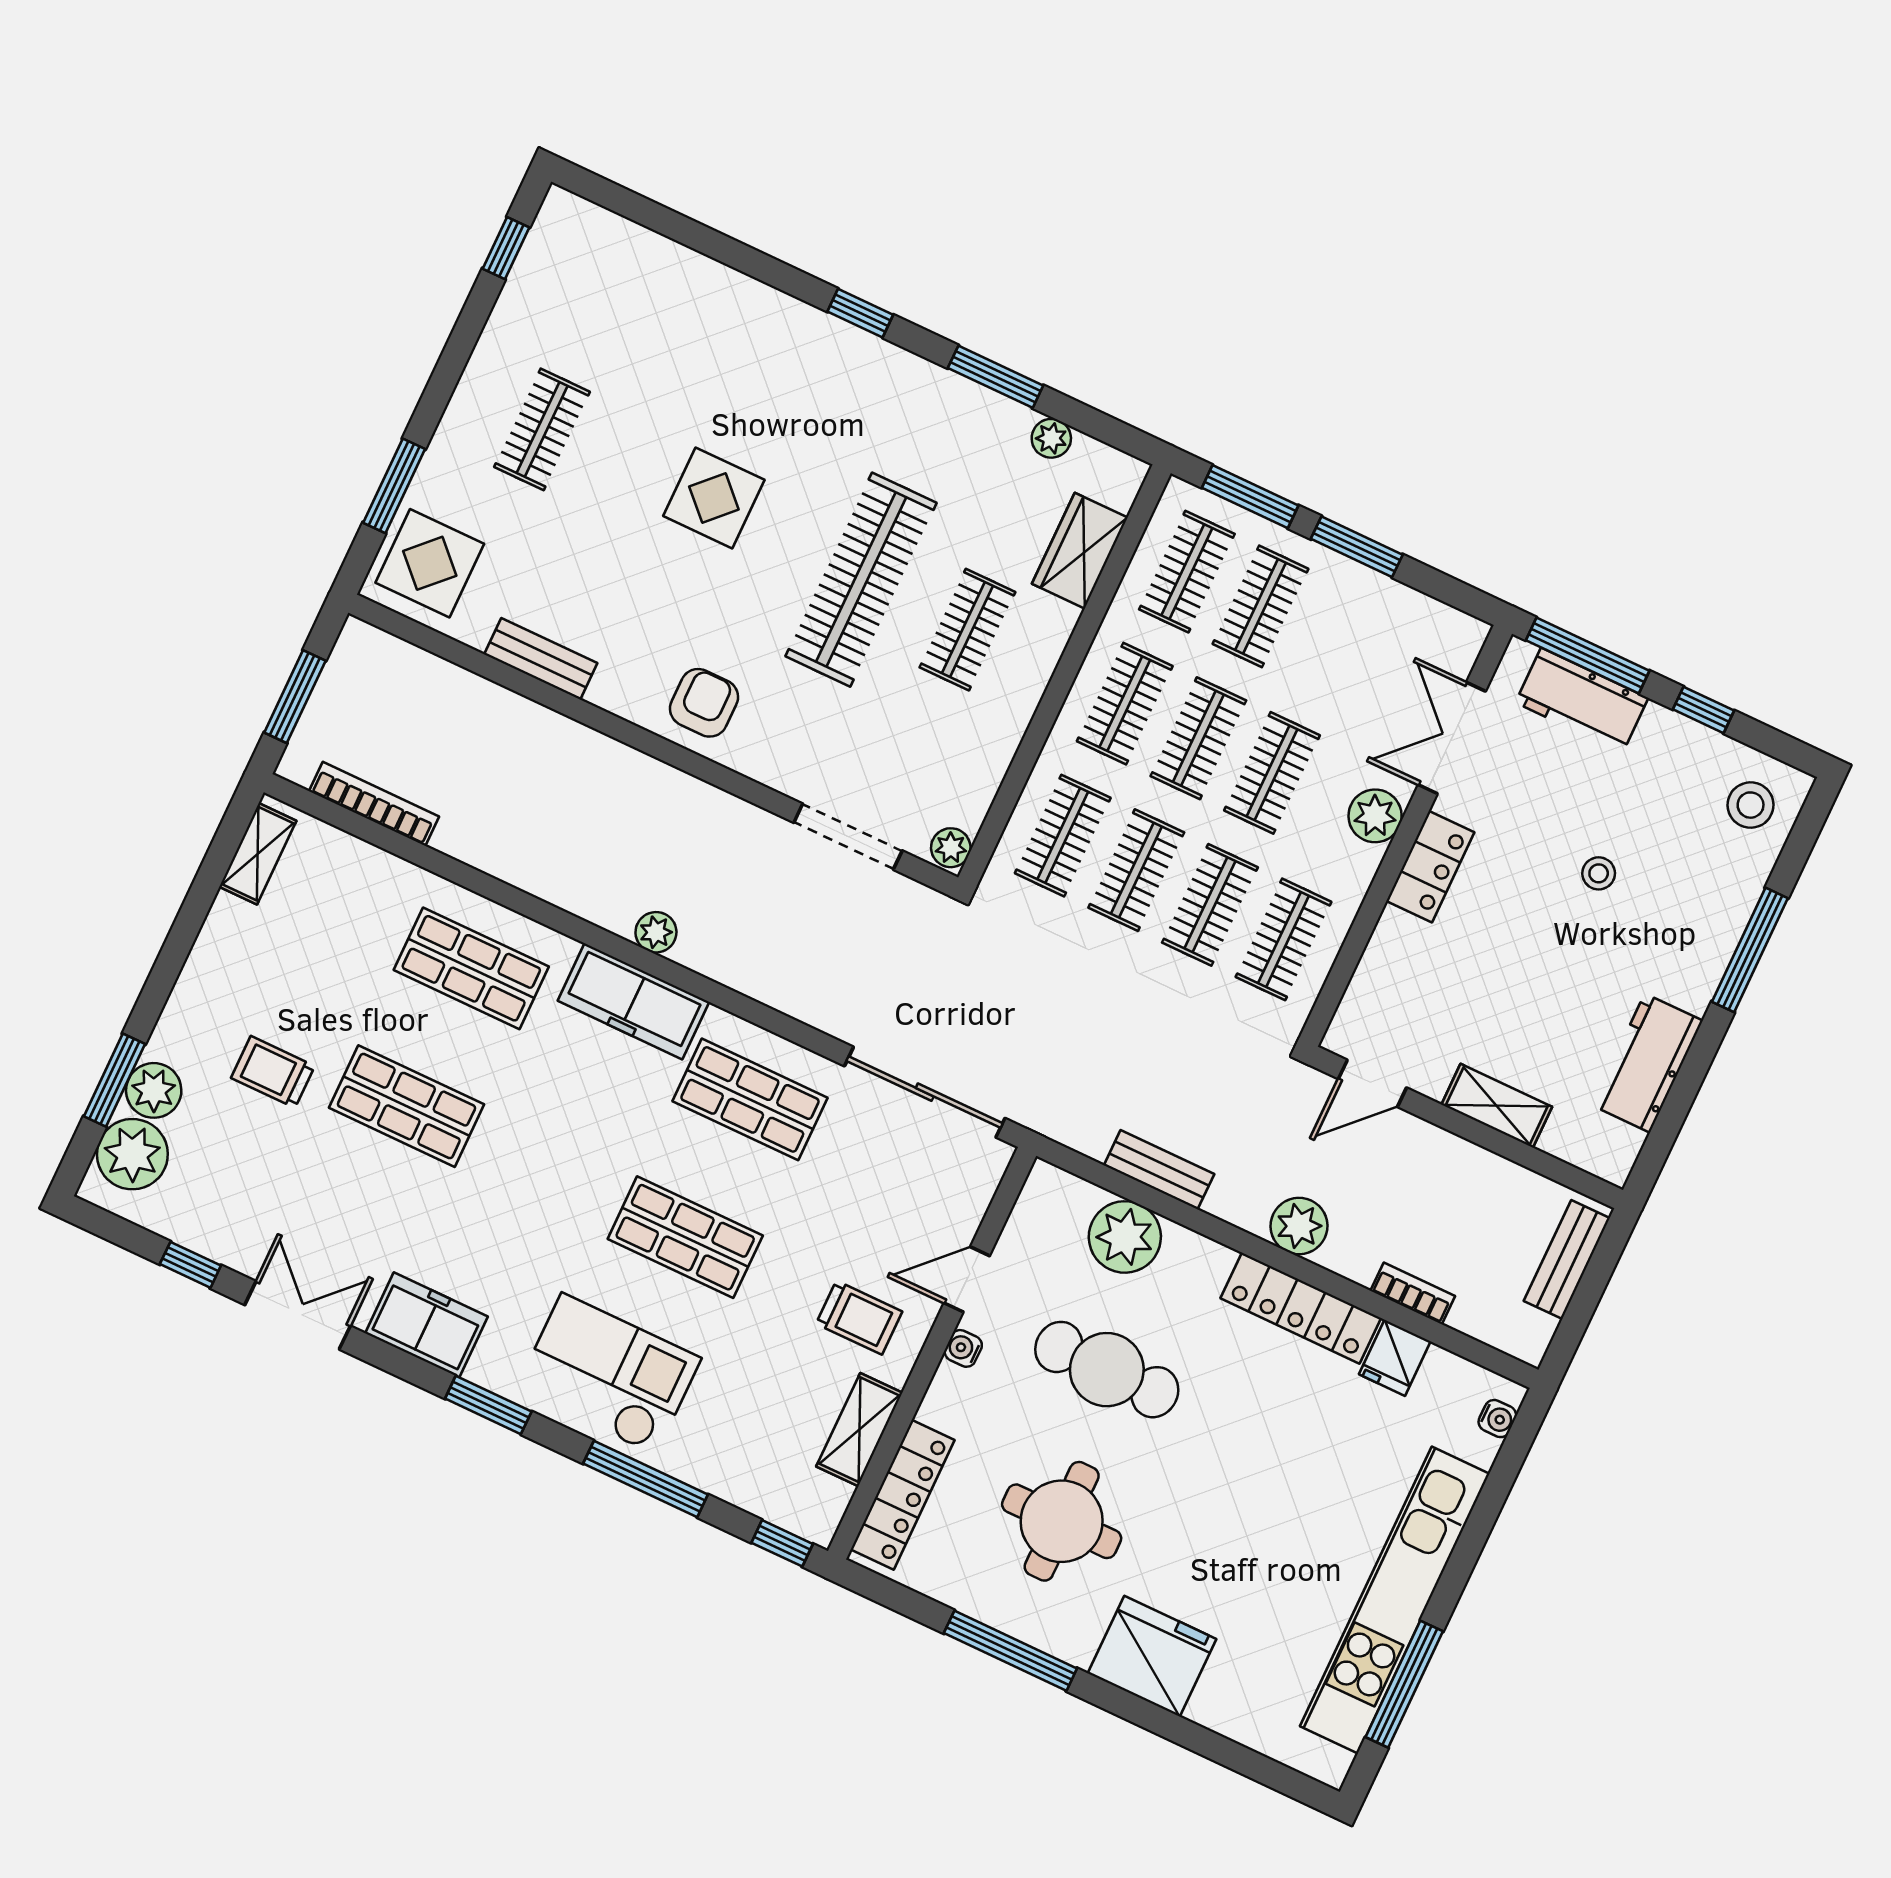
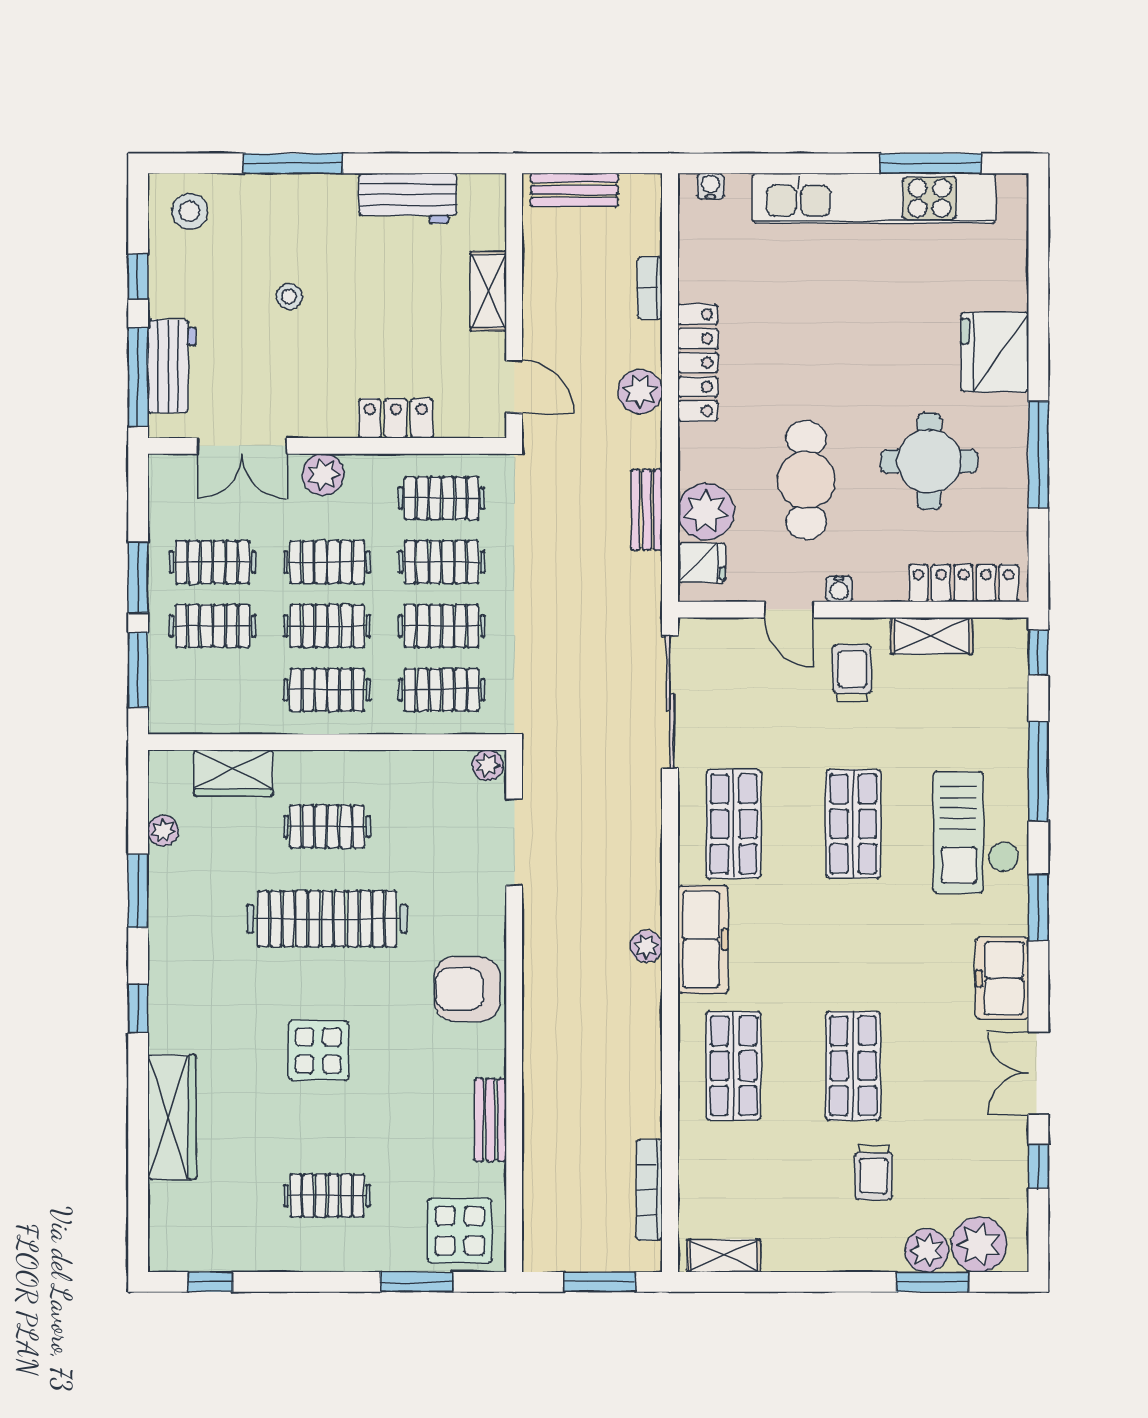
wardrobe: (717, 293) -> (172, 1117), added
clothes rail: (1187, 572) -> (213, 562), moved
armchair: (704, 703) -> (467, 989), width x1.38, depth x1.38
locker: (1430, 867) -> (396, 418), moved
fridge: (1395, 1358) -> (702, 563), moved

